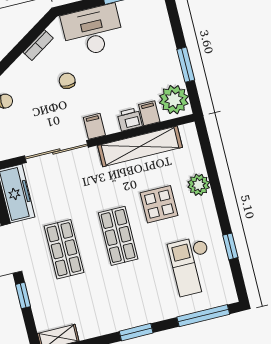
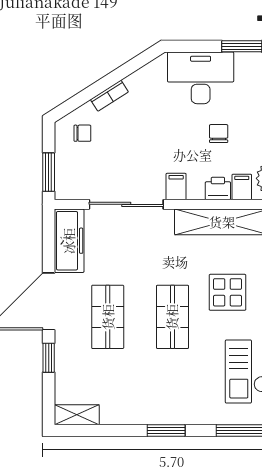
bookcase: (38, 45) -> (109, 96), moved
chair: (67, 81) -> (219, 134), moved

